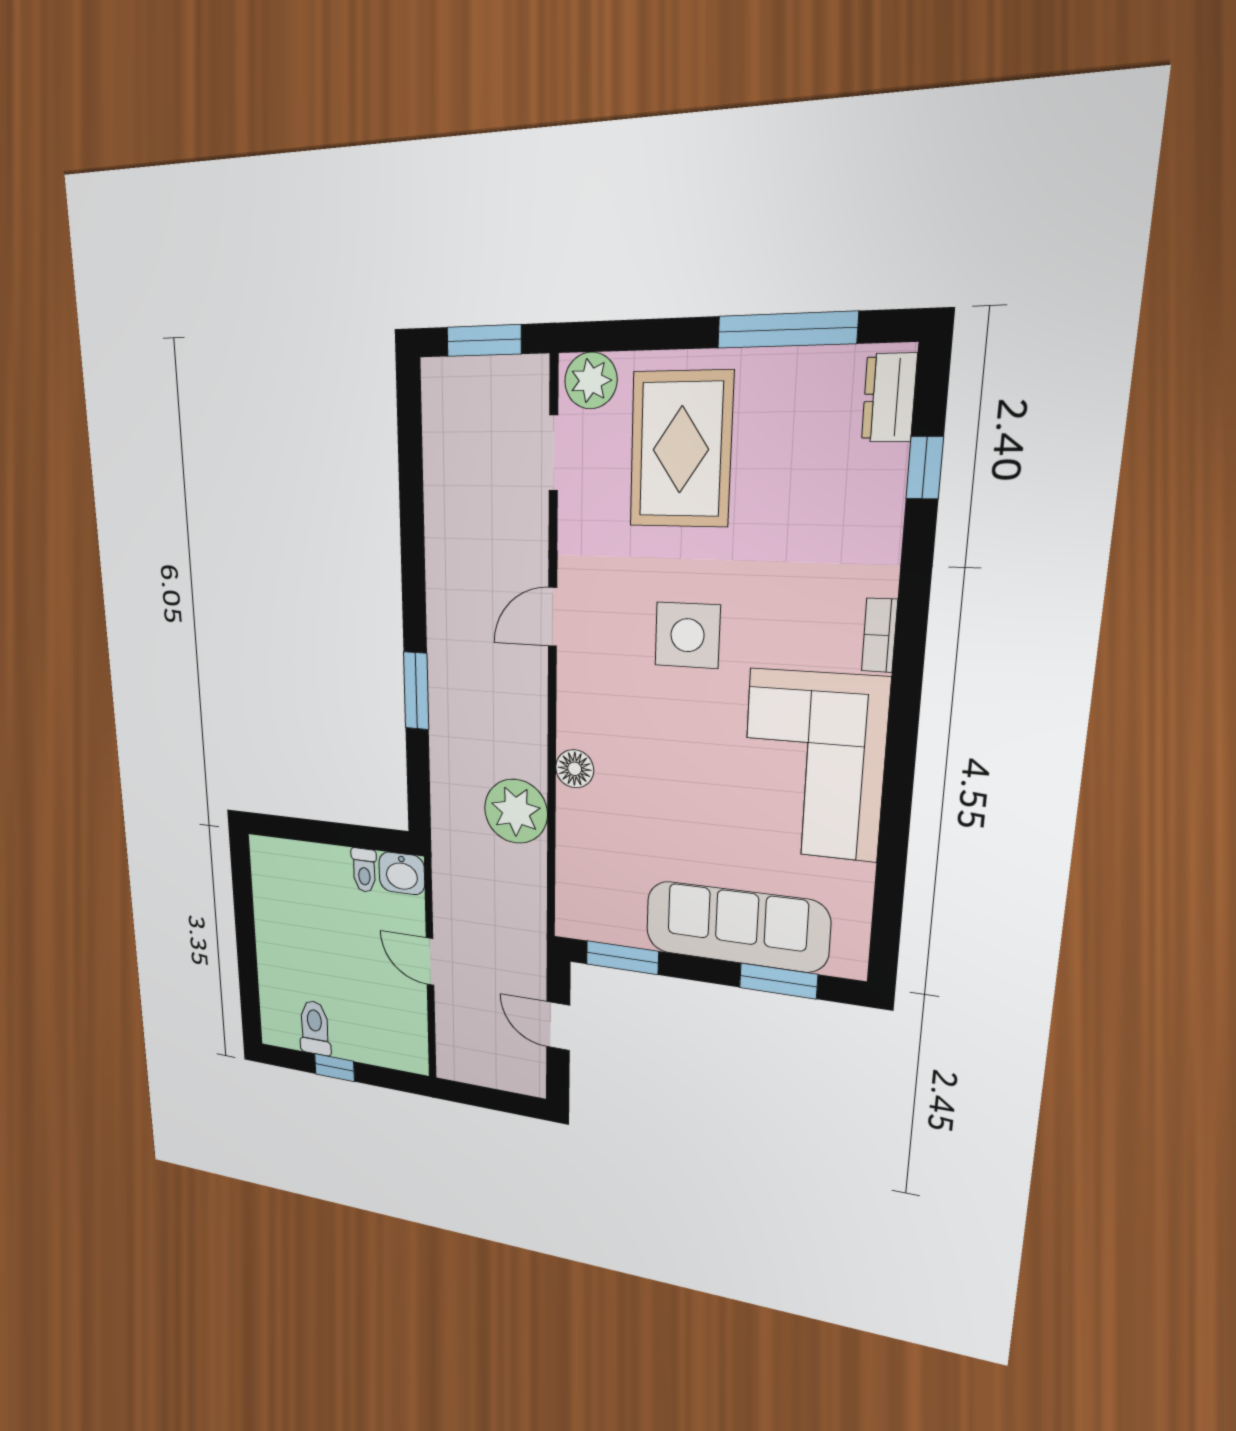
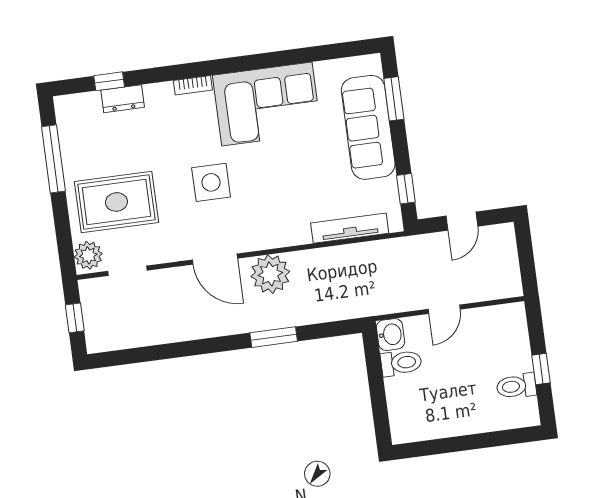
window: (484, 340) -> (75, 318), width x0.67
dresser: (889, 398) -> (123, 99), moved
door: (553, 617) -> (215, 259), width x1.38
floor lamp: (575, 769) -> (299, 234), removed
plant: (516, 811) -> (270, 274), moved
tv unit: (572, 854) -> (350, 228), added
toilet: (364, 870) -> (401, 363), width x1.37, depth x1.39
window: (622, 958) -> (406, 189), width x0.67

